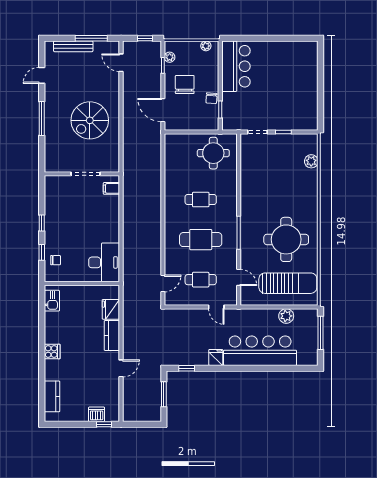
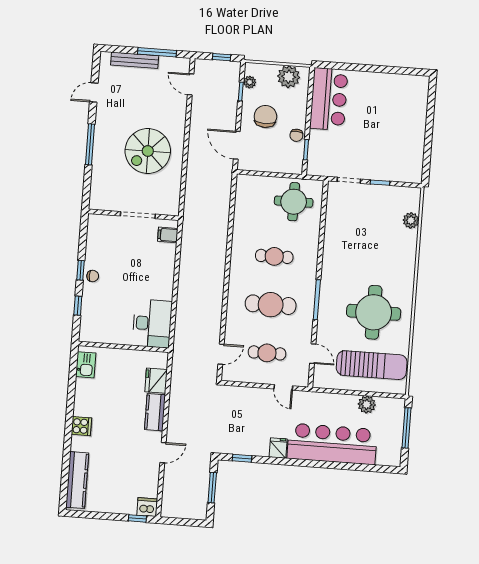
plant: (206, 46) -> (289, 77), width x1.88, depth x1.88
chair: (56, 260) -> (93, 276), moved
kitchen counter: (52, 396) -> (77, 480), width x1.50
dishwasher: (97, 414) -> (147, 507), moved

